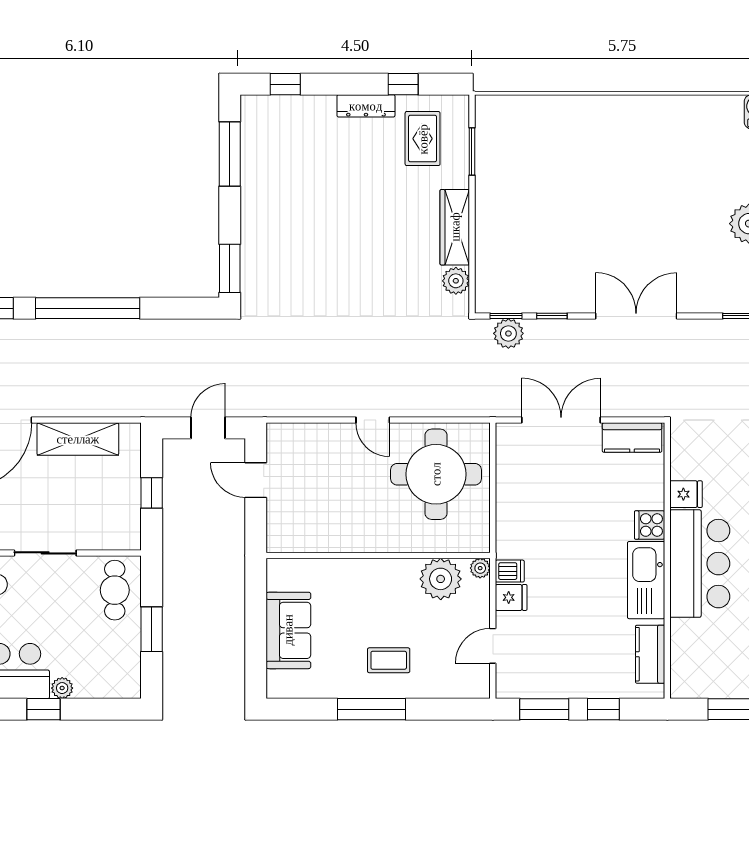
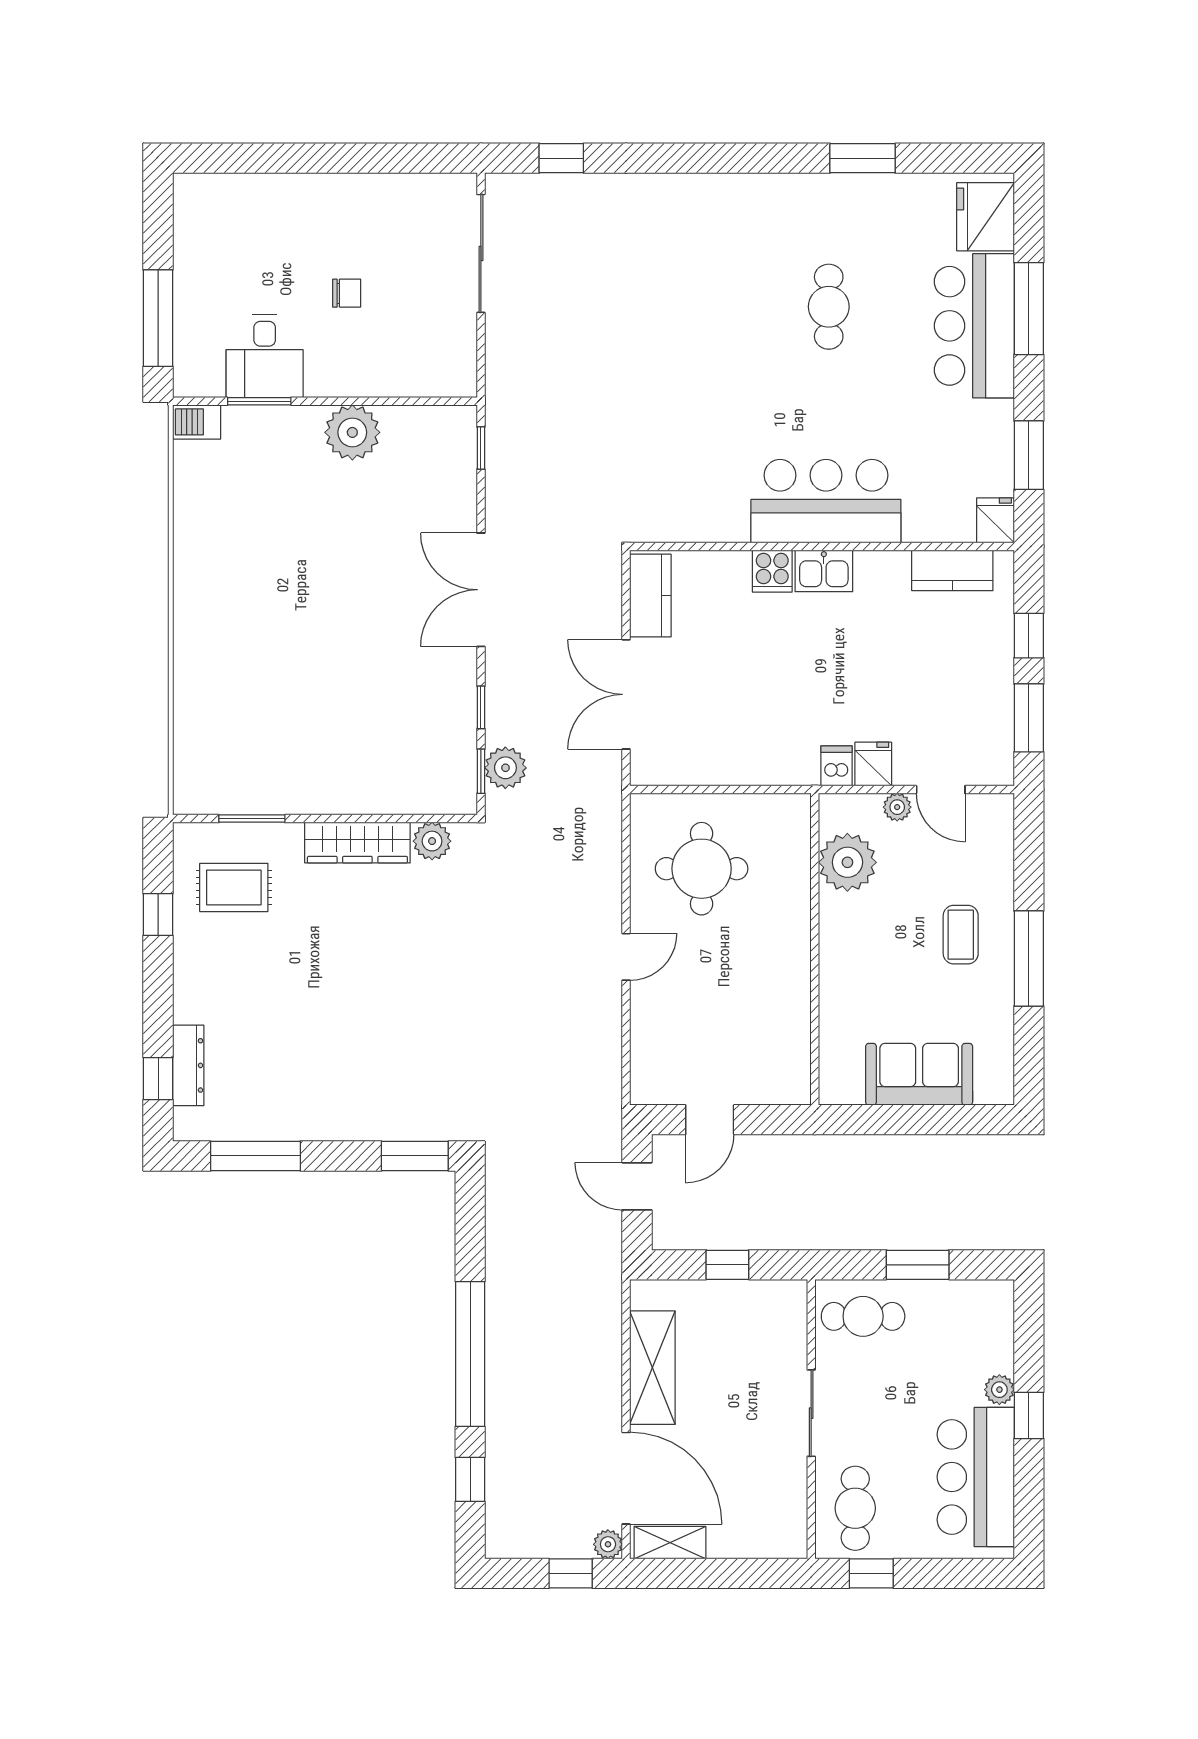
dresser: (366, 106) -> (188, 1065), moved
round table: (436, 474) -> (702, 869), width x0.73, depth x0.73
fridge: (686, 494) -> (996, 520), moved
plant: (480, 568) -> (897, 807), moved
kitchen sink: (646, 580) -> (824, 571), width x0.53, depth x0.81

